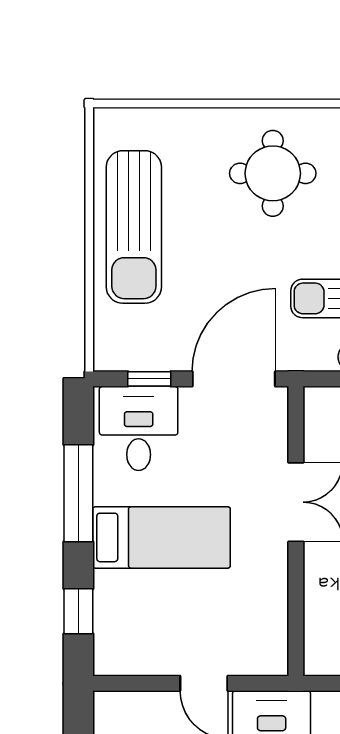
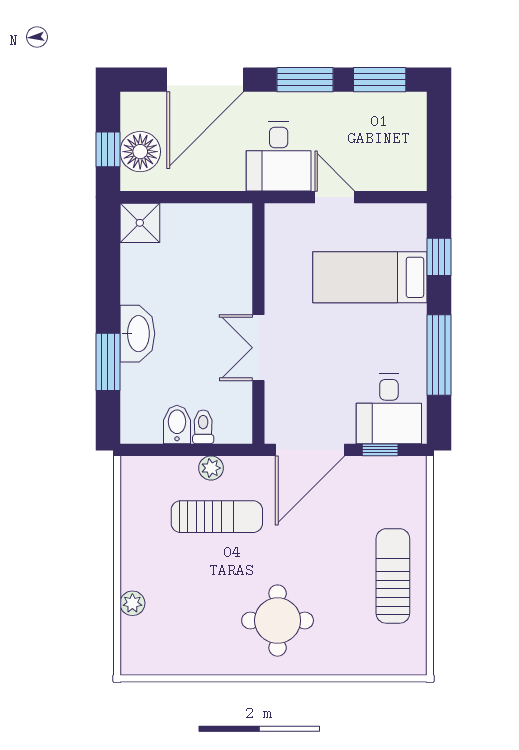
sun lounger: (134, 227) -> (393, 576), width x0.73, depth x0.75
bed: (162, 537) -> (370, 277), moved

